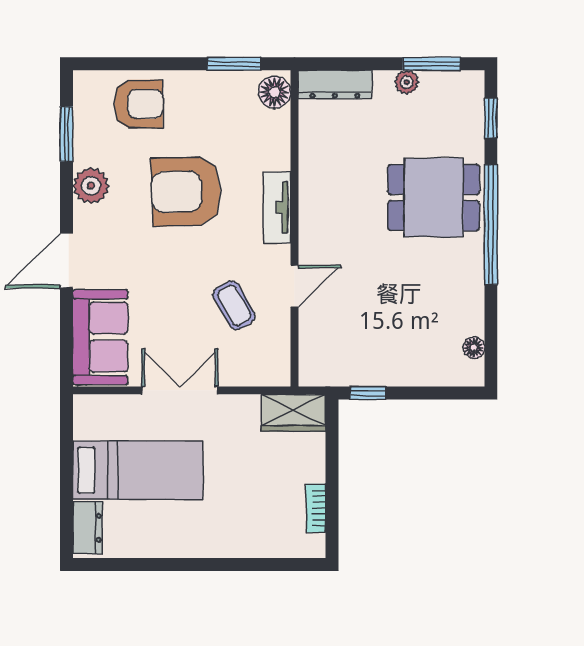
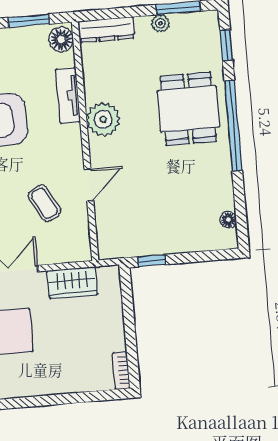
dining table: (434, 198) -> (188, 109), turned 90
plant: (321, 202) -> (103, 119), added
tv unit: (277, 208) -> (68, 96), moved
wardrobe: (294, 413) -> (72, 283), moved
bookcase: (316, 508) -> (121, 371), moved

